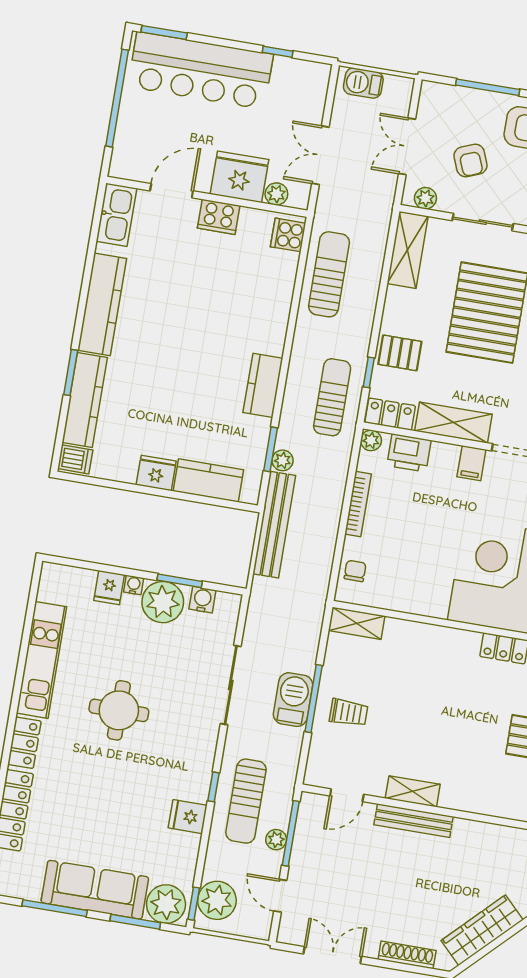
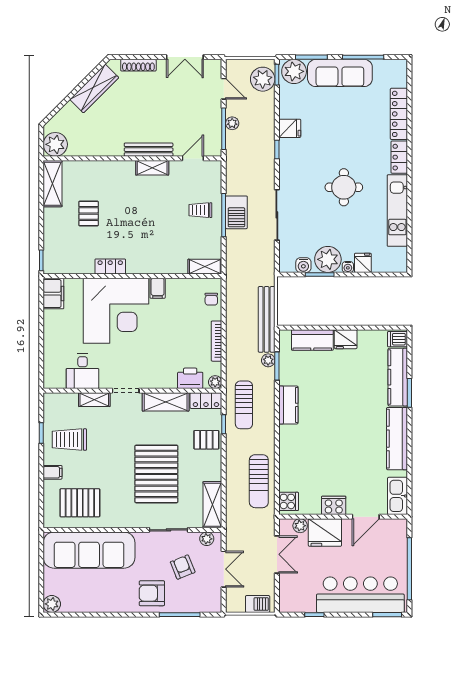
filing cabinet: (471, 463) -> (158, 288), moved, turned 180
sun lounger: (246, 801) -> (255, 144), removed

